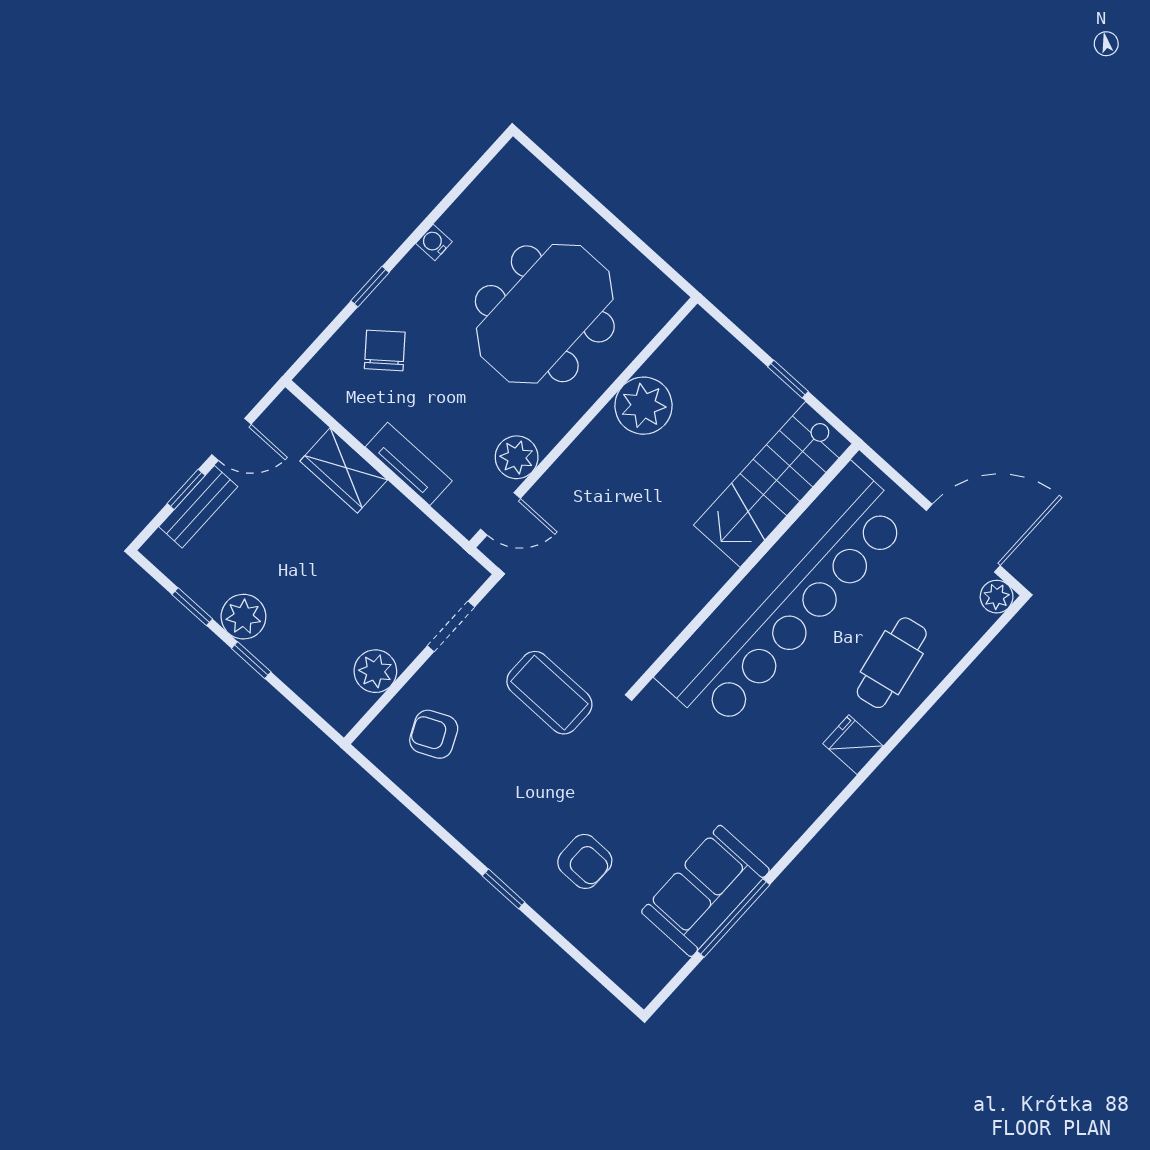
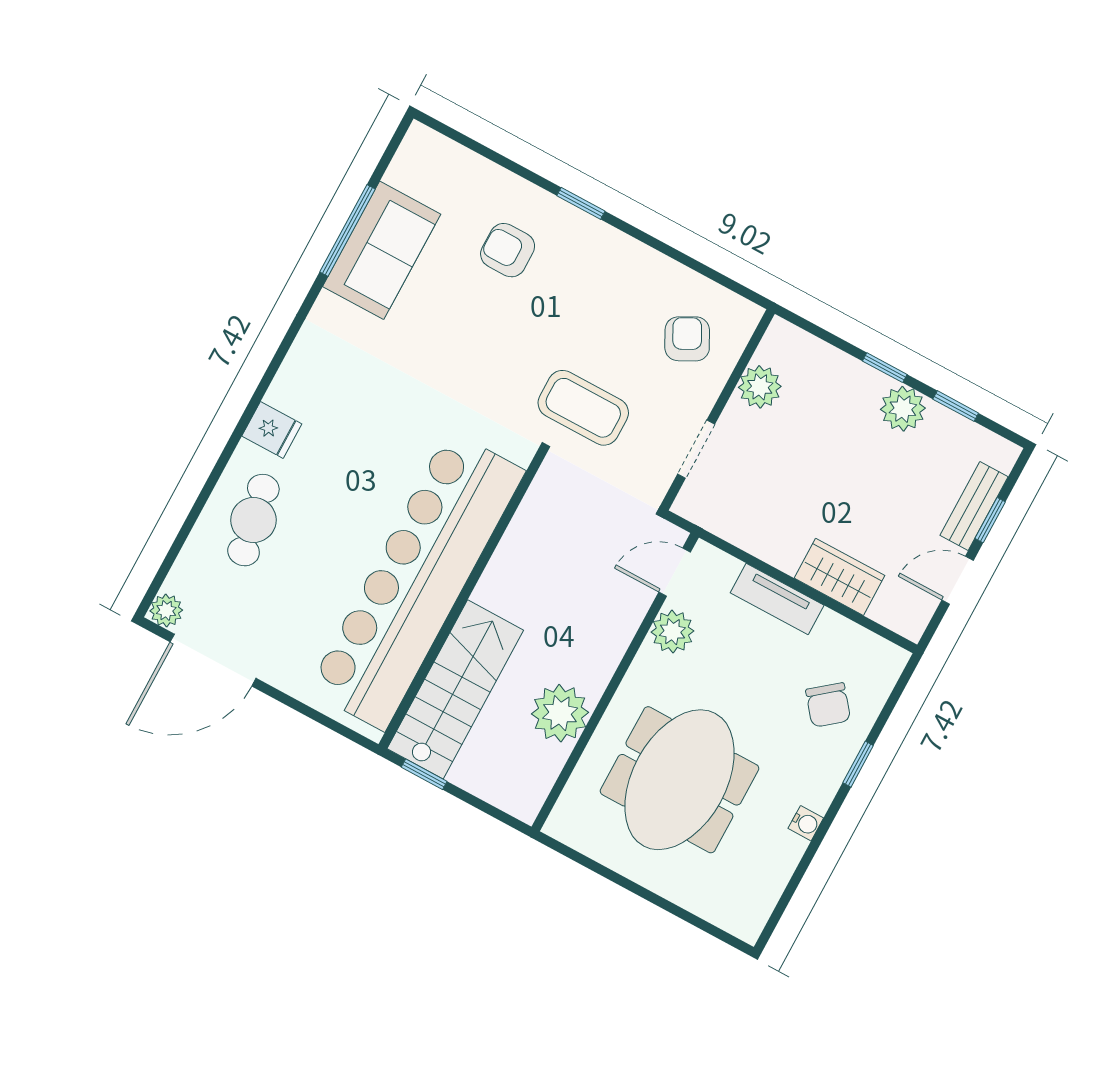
stairs: (773, 484) -> (455, 689), moved
wall: (745, 569) -> (462, 599), moved
bar counter: (784, 598) -> (417, 580), moved
armchair: (434, 734) -> (687, 339), turned -93

